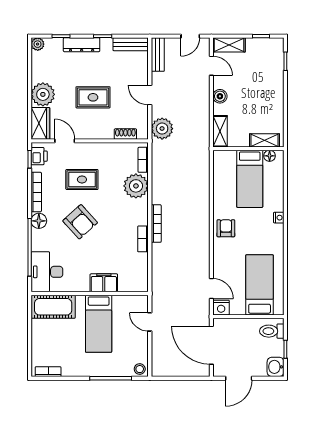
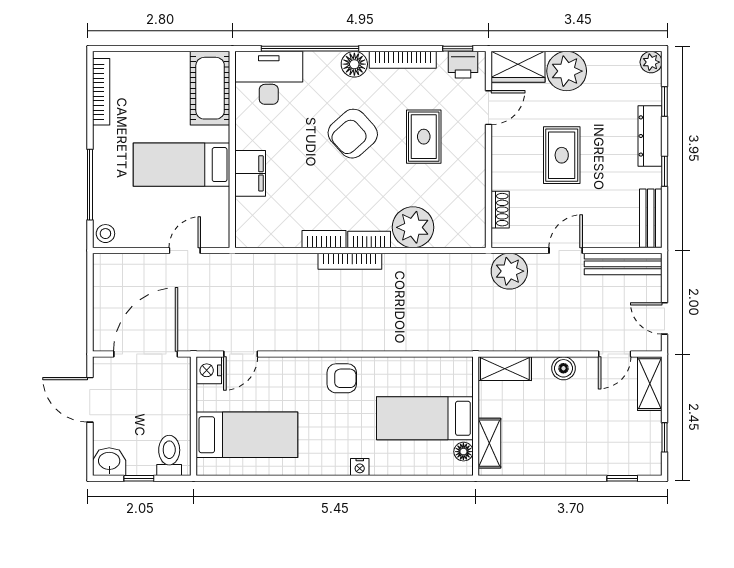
bench: (158, 55) -> (623, 264), width x1.36
bookcase: (143, 160) -> (369, 239), moved
bookcase: (48, 372) -> (101, 92), width x1.56

